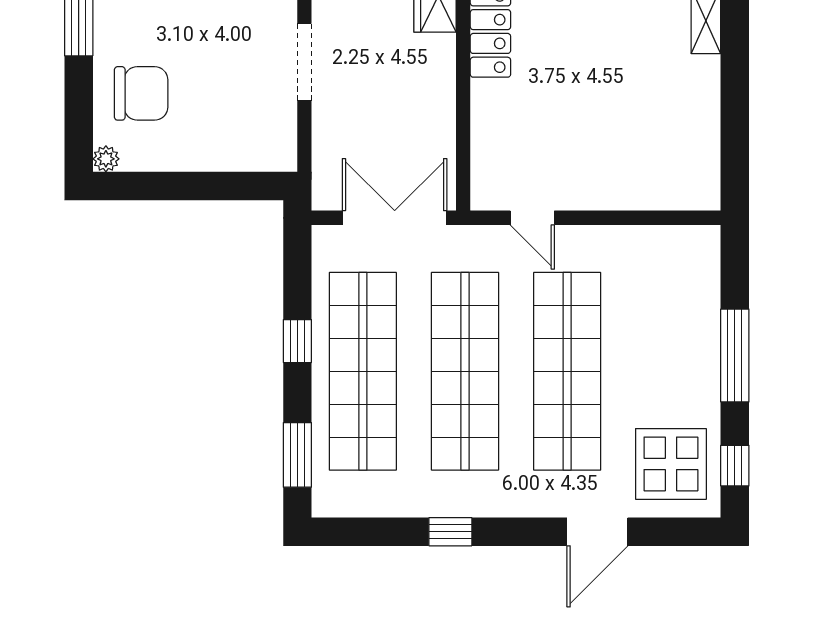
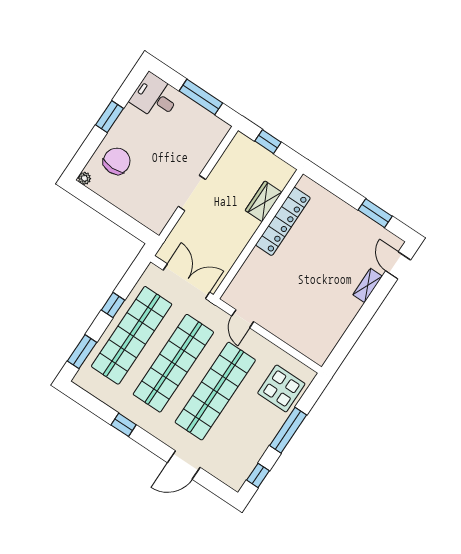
chair: (141, 93) -> (117, 161), turned -90
display table: (671, 464) -> (281, 388), moved

